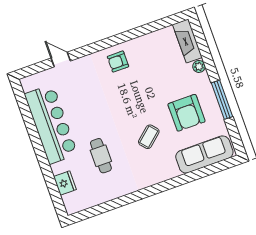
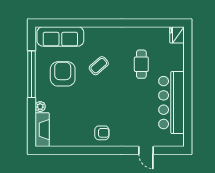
window: (222, 100) -> (32, 74), width x1.46
fridge: (65, 183) -> (177, 35), moved

